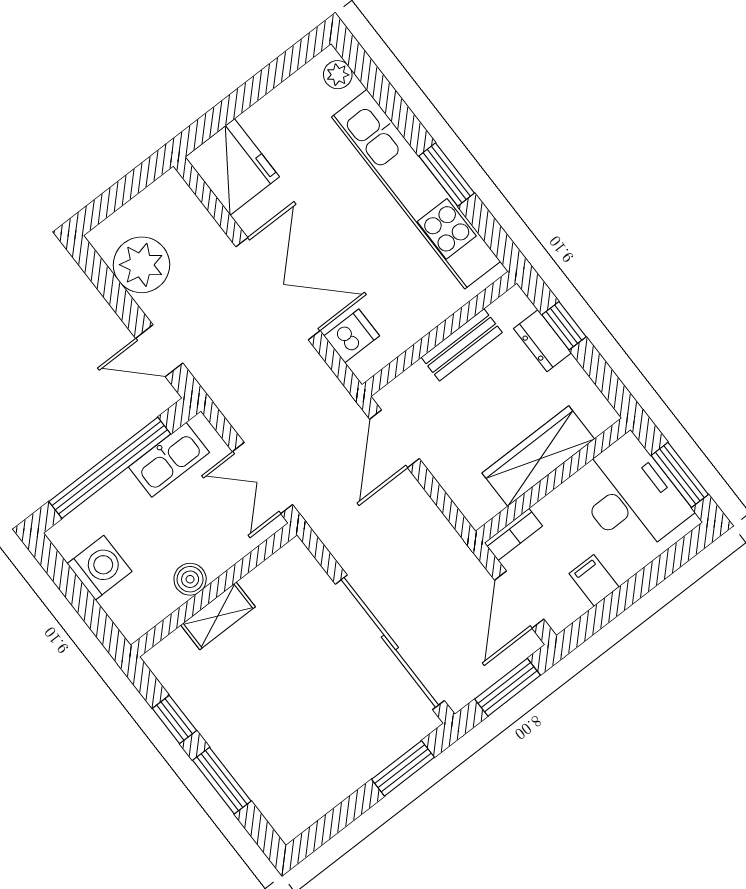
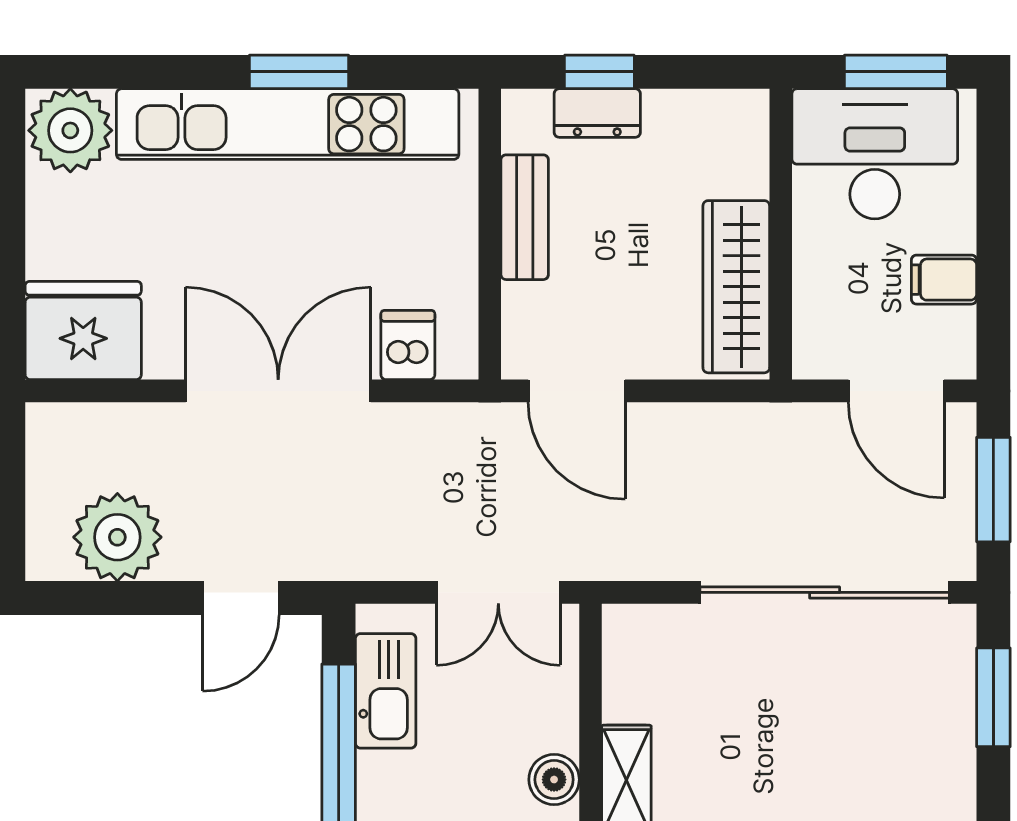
plant: (338, 75) -> (70, 130), width x1.87, depth x1.87
wardrobe: (538, 456) -> (736, 287), moved
bookcase: (513, 534) -> (810, 335), removed

